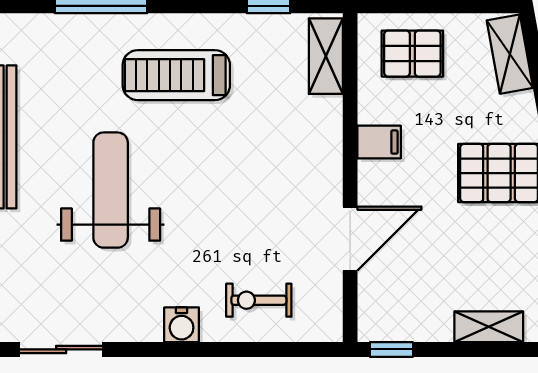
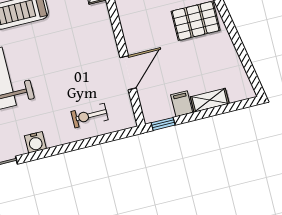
filing cabinet: (379, 142) -> (182, 104), moved, turned -90
water cooler: (182, 325) -> (35, 142), moved

